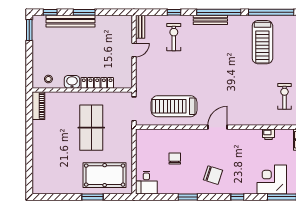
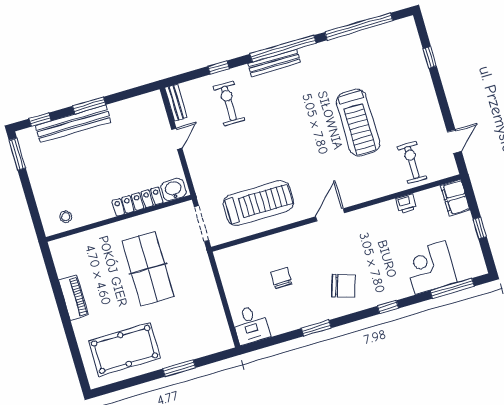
treadmill: (262, 42) -> (358, 123), moved
washbasin: (72, 82) -> (174, 190), moved
exercise bike: (284, 96) -> (412, 162), moved
piano: (38, 106) -> (73, 298), moved
treadmill: (174, 106) -> (258, 203), turned 180
pool table: (105, 175) -> (125, 349), moved

